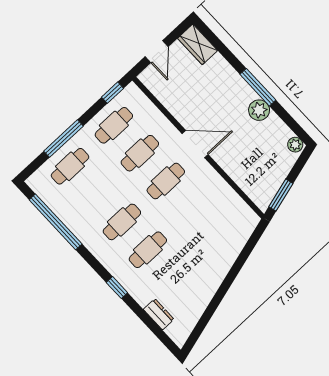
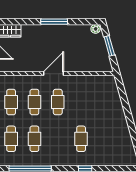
plant: (259, 110) -> (65, 31), removed
window: (281, 195) -> (109, 46), moved
cafe table: (122, 222) -> (34, 139), moved
dresser: (159, 314) -> (115, 161), removed

